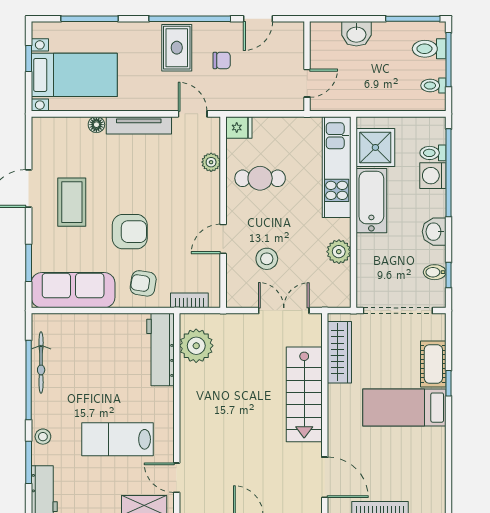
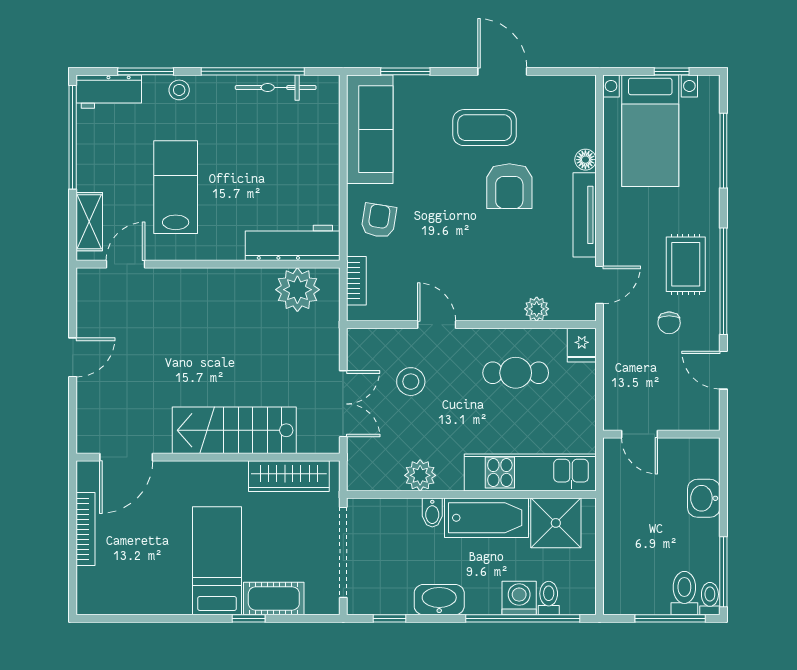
rug: (177, 48) -> (686, 264), turned 90
toilet: (433, 86) -> (710, 599), moved
cafe table: (260, 178) -> (516, 373), turned 90
armchair: (130, 232) -> (509, 186), moved
washbasin: (434, 232) -> (439, 600), width x1.38
bidet: (435, 272) -> (432, 513), moved, turned 180

